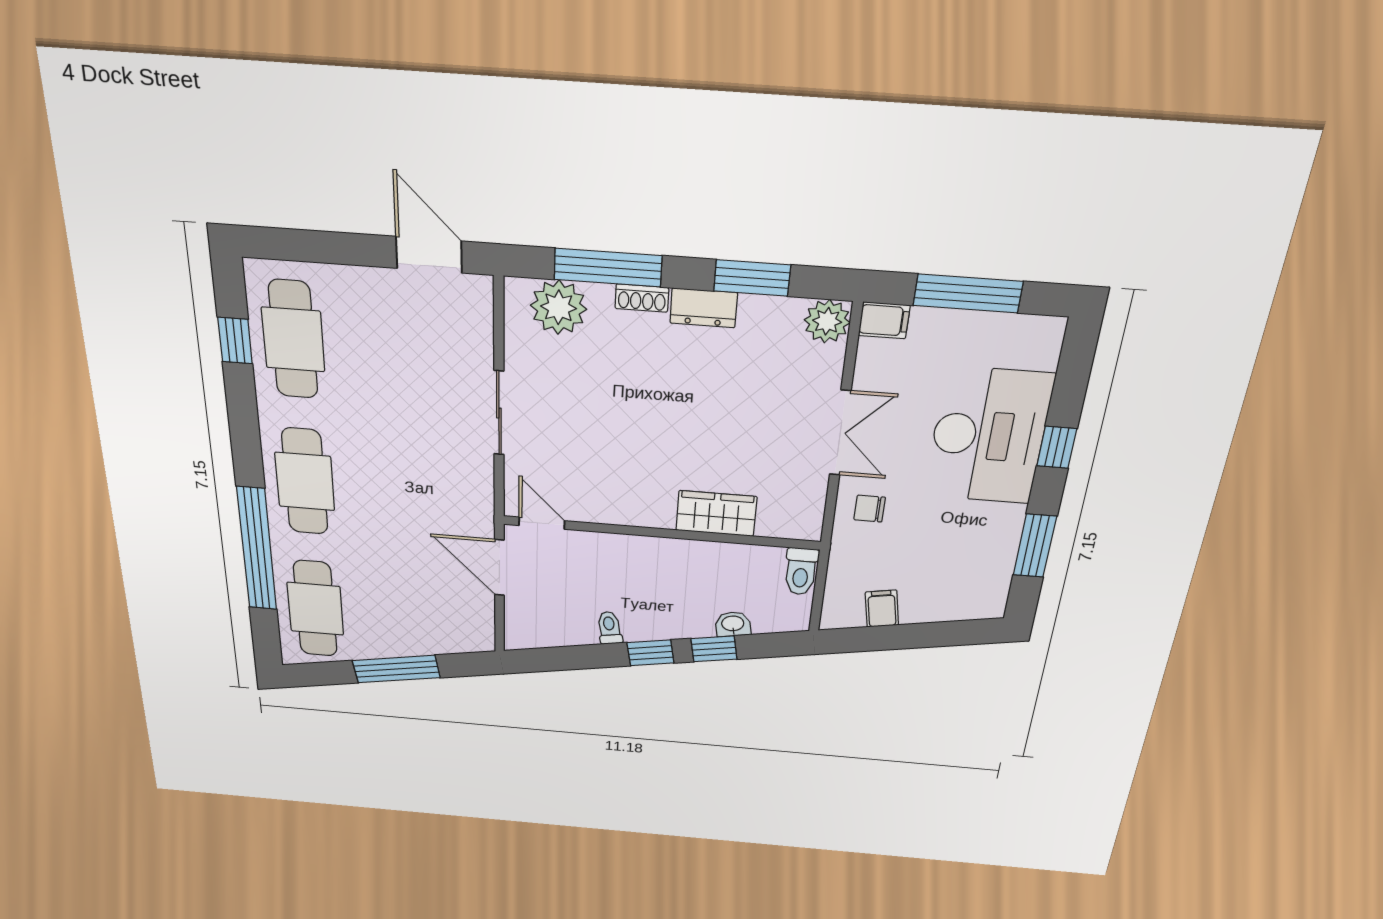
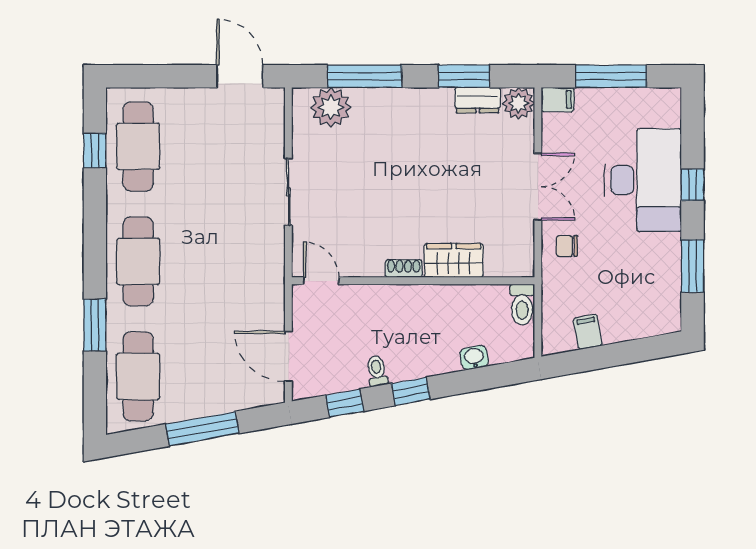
shoe rack: (642, 298) -> (404, 269), moved, turned 180
dresser: (704, 308) -> (478, 100), moved
window: (257, 549) -> (95, 325), width x0.47
door: (499, 568) -> (288, 356), moved
window: (714, 649) -> (345, 403), moved

